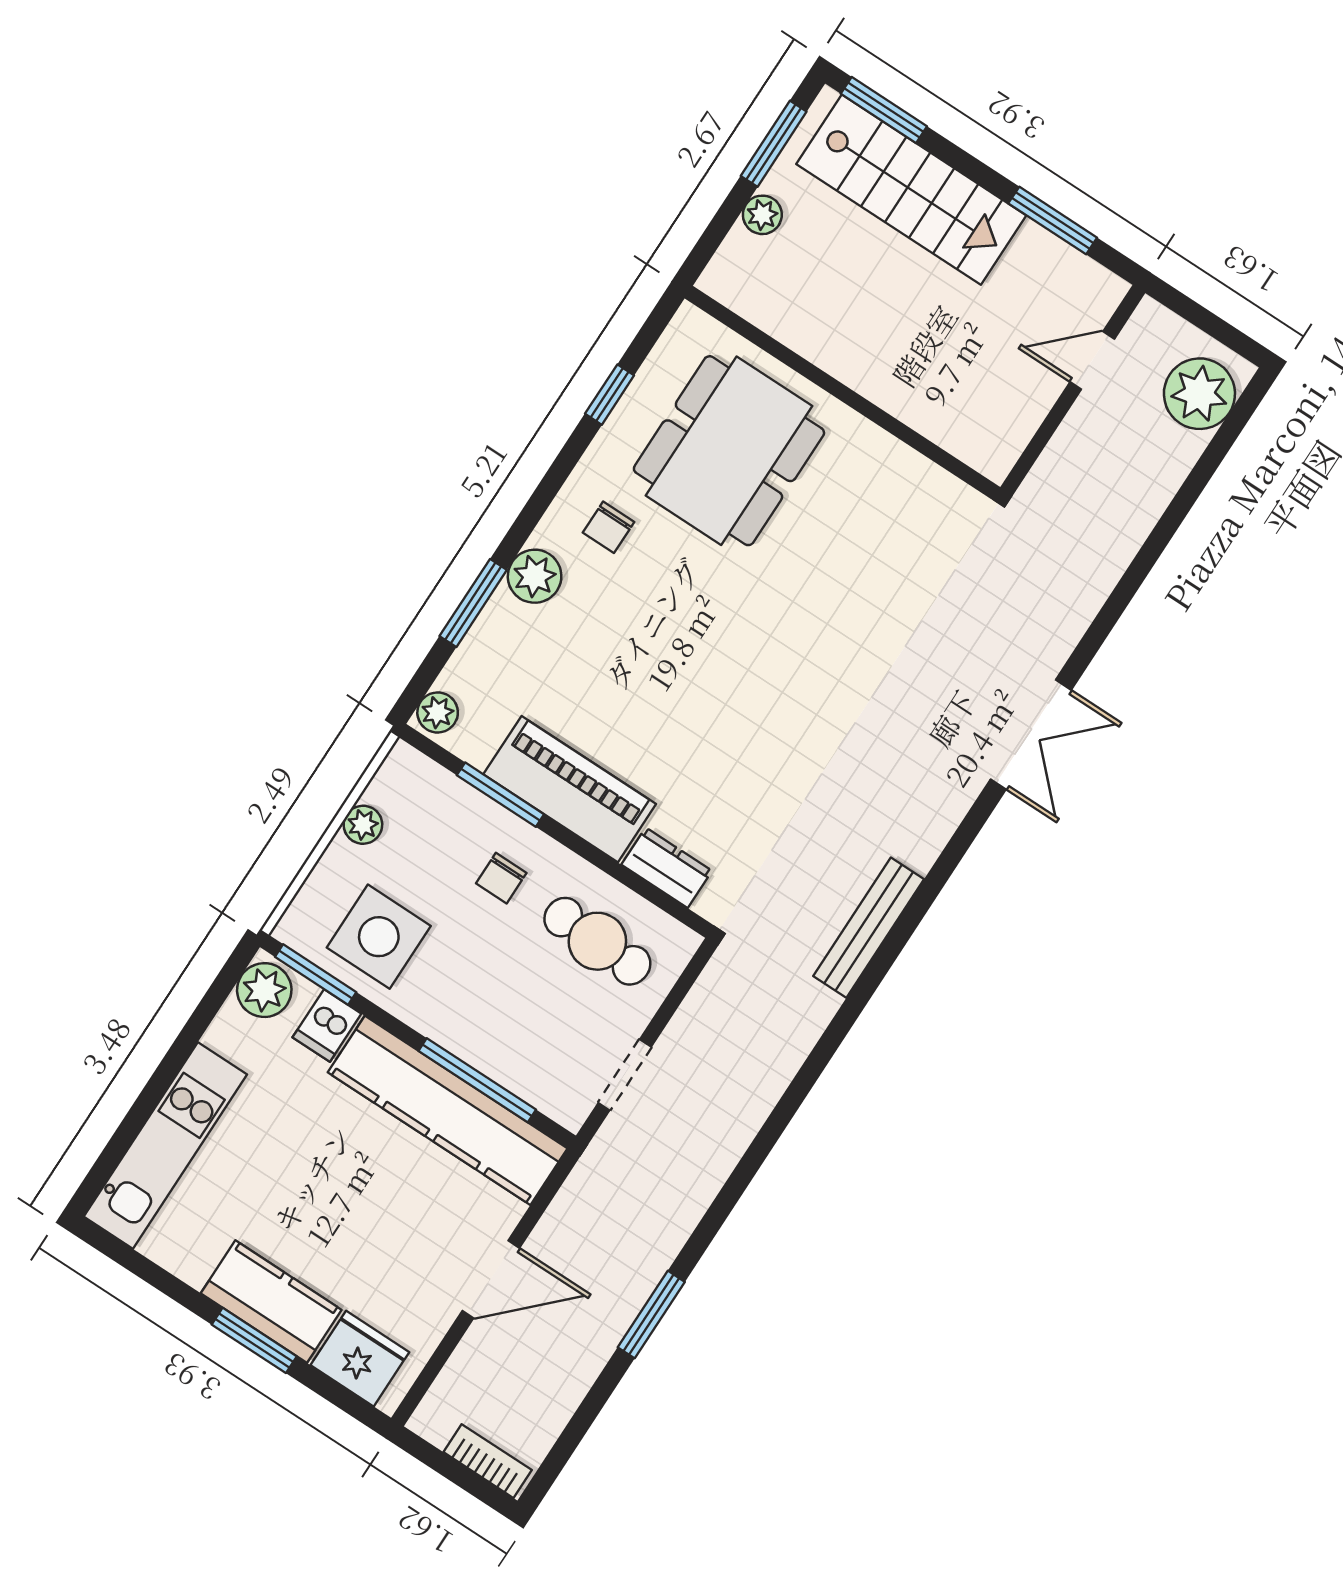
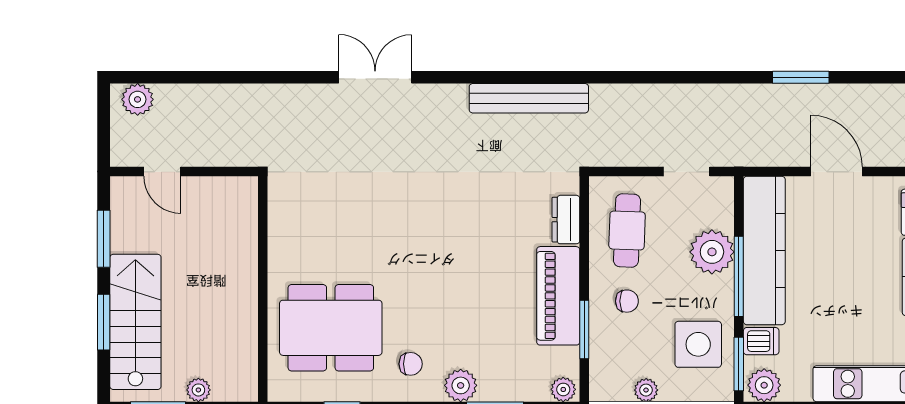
window: (884, 110) -> (104, 322), moved
plant: (1199, 394) -> (138, 99), width x0.73, depth x0.73
bench: (869, 928) -> (529, 98), width x1.37, depth x1.21
plant: (492, 1038) -> (712, 252), added
window: (477, 1080) -> (739, 276), moved

